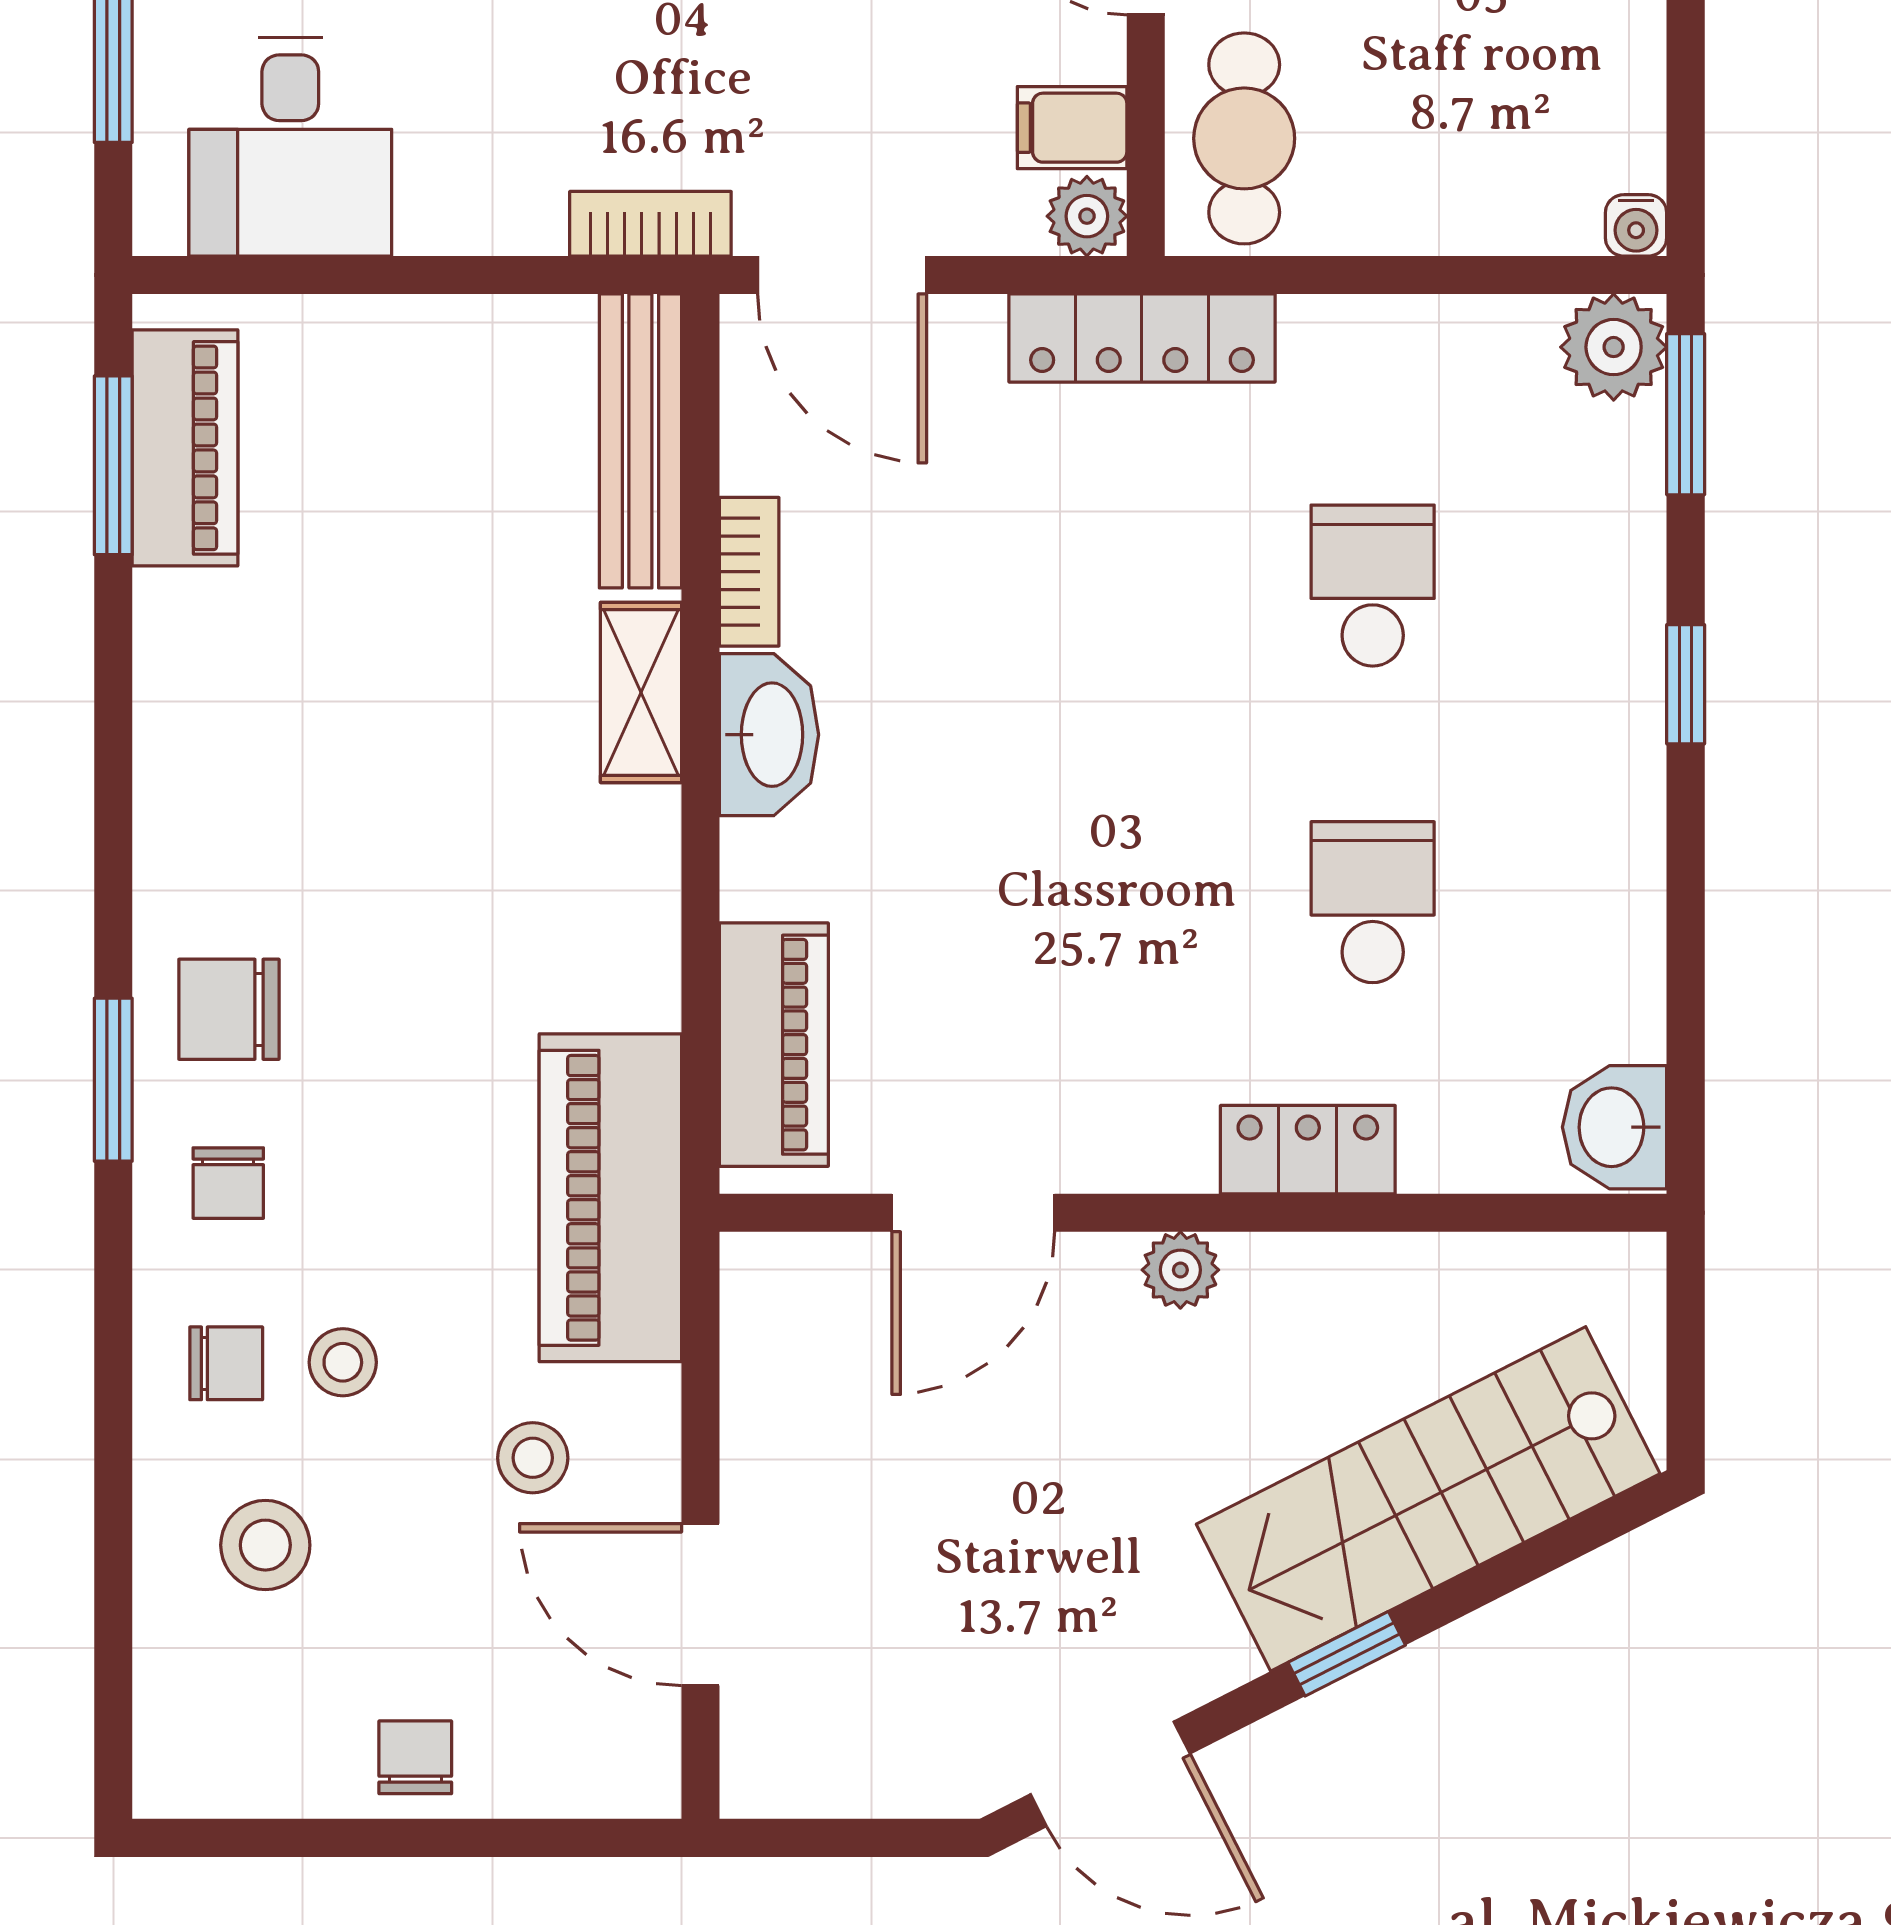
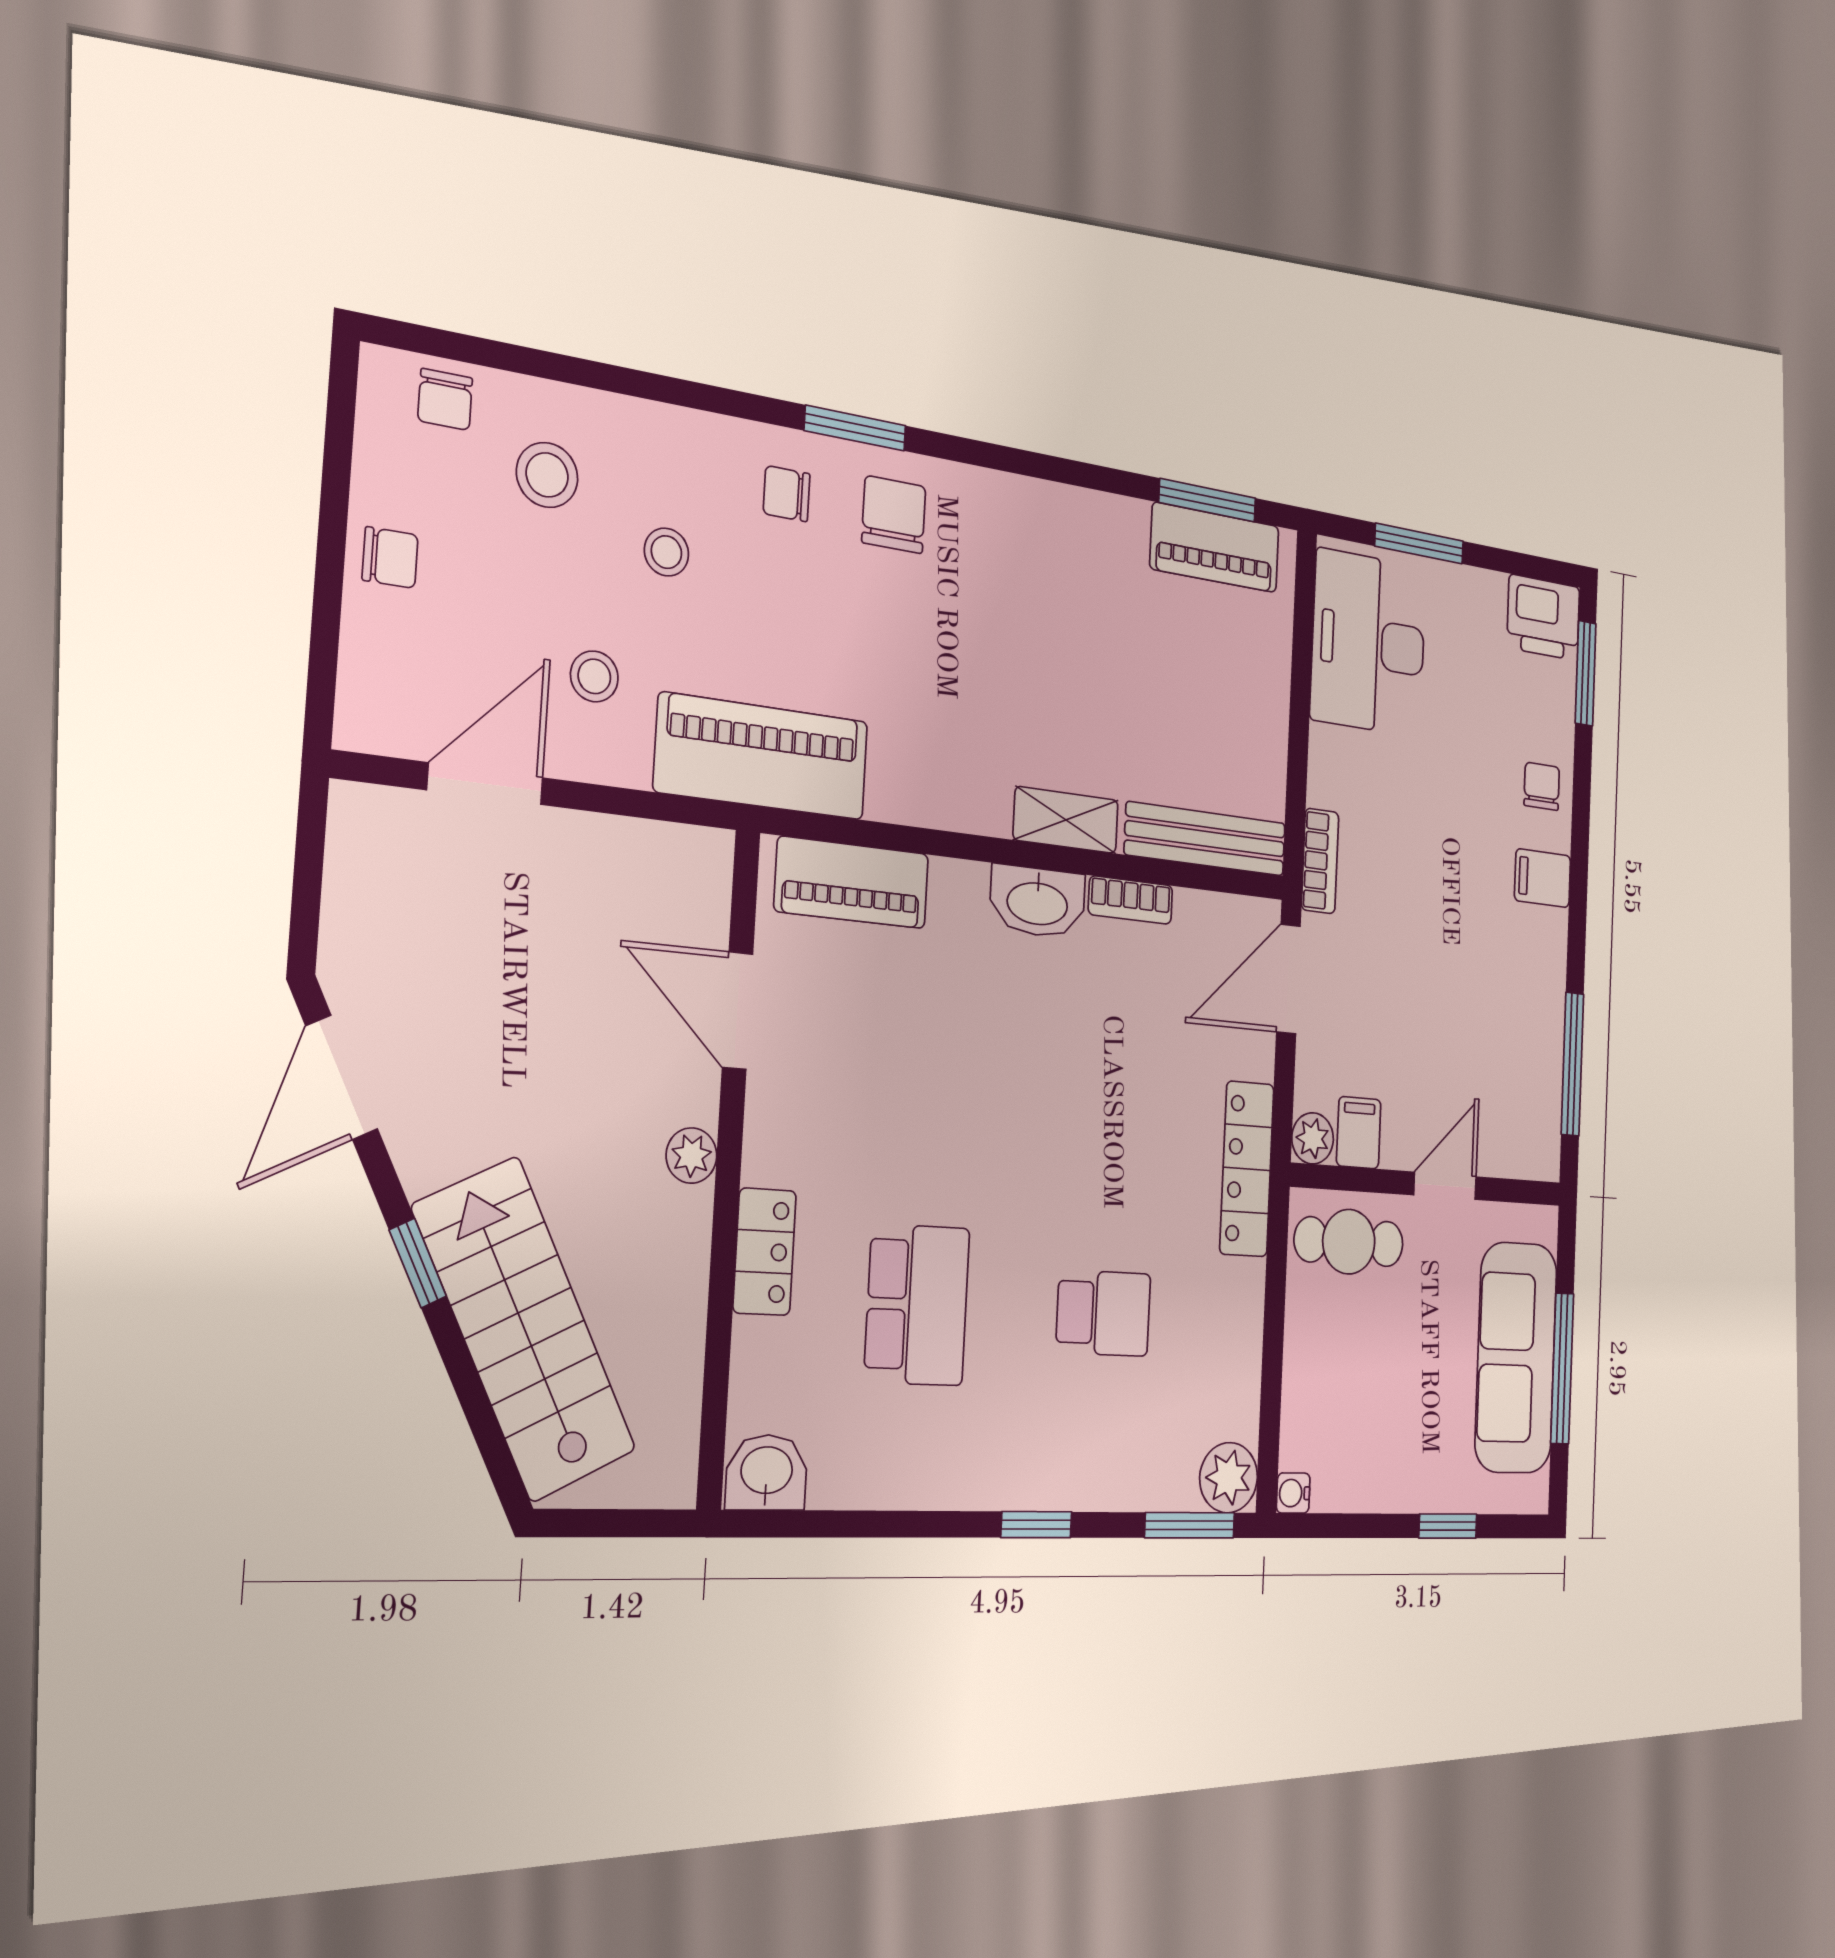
desk: (290, 147) -> (1368, 643), width x1.37
school desk: (1373, 902) -> (917, 1305), width x1.85
chair: (226, 1363) -> (445, 399), moved

